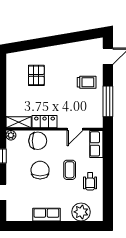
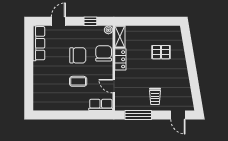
chair: (38, 141) -> (104, 53), turned 180
wheelchair: (90, 181) -> (68, 99), removed
plant: (81, 212) -> (41, 91), removed
row of seats: (46, 215) -> (39, 43), moved, width x1.48

